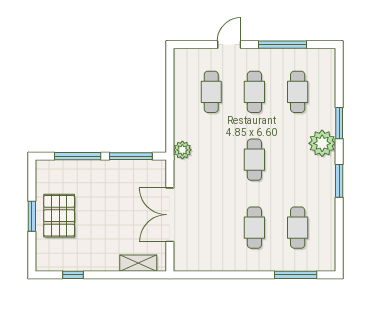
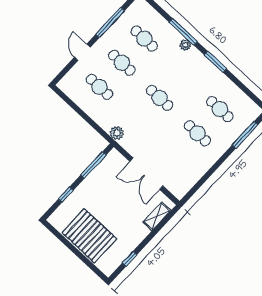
window: (339, 123) -> (183, 32), width x1.44
plant: (322, 143) -> (185, 45), width x0.53, depth x0.53
window: (78, 156) -> (66, 195), width x0.46
window: (32, 216) -> (76, 251), removed
pallet: (59, 216) -> (89, 236), width x1.37, depth x1.41

